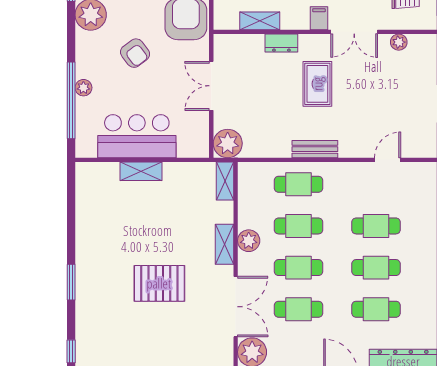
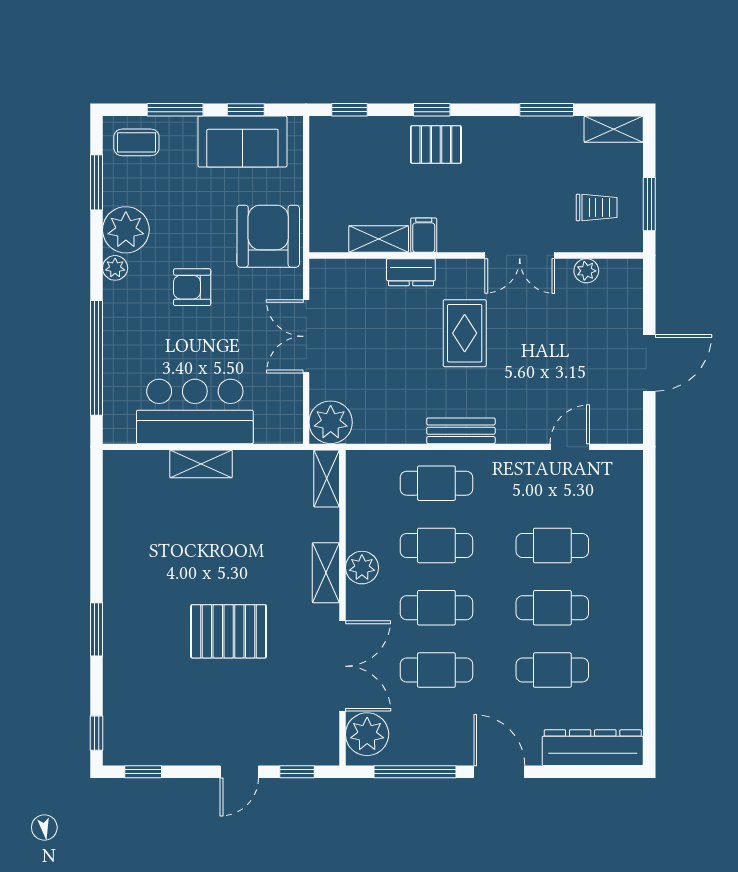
filing cabinet: (319, 18) -> (424, 235), moved
armchair: (135, 53) -> (192, 287), turned 127
plant: (83, 88) -> (115, 268), moved

